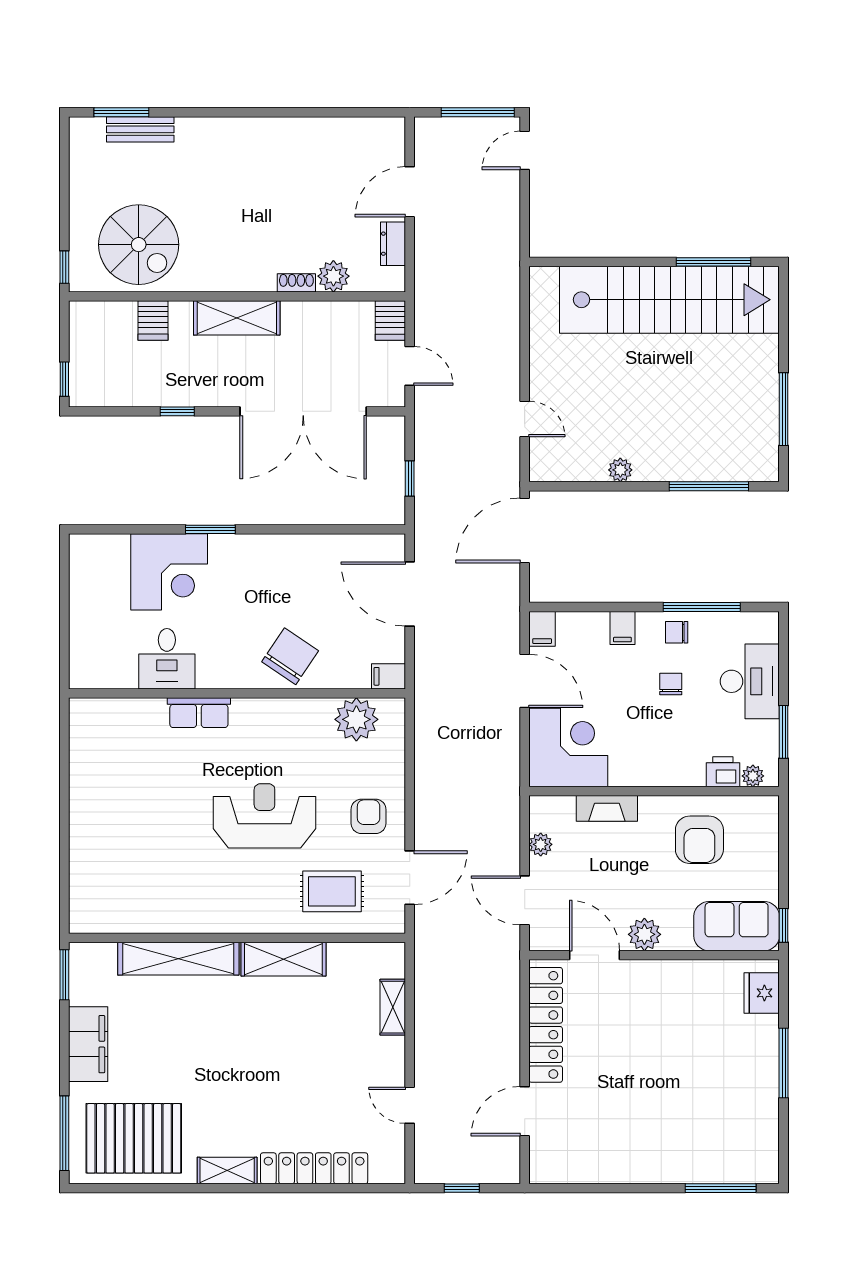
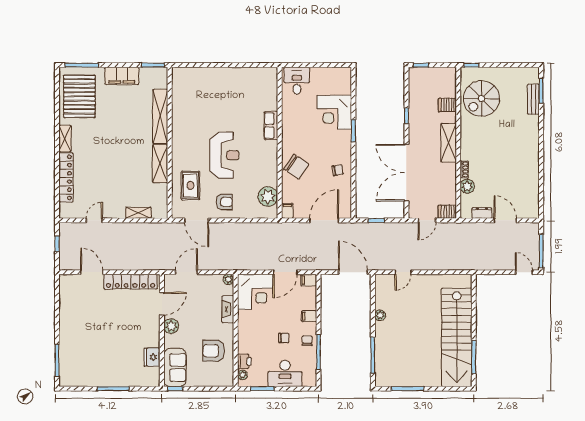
chair: (298, 564) -> (338, 170), added
desk: (167, 659) -> (297, 81), moved, turned 90
plant: (541, 844) -> (228, 279), moved
fridge: (762, 993) -> (152, 357), moved, turned -90

